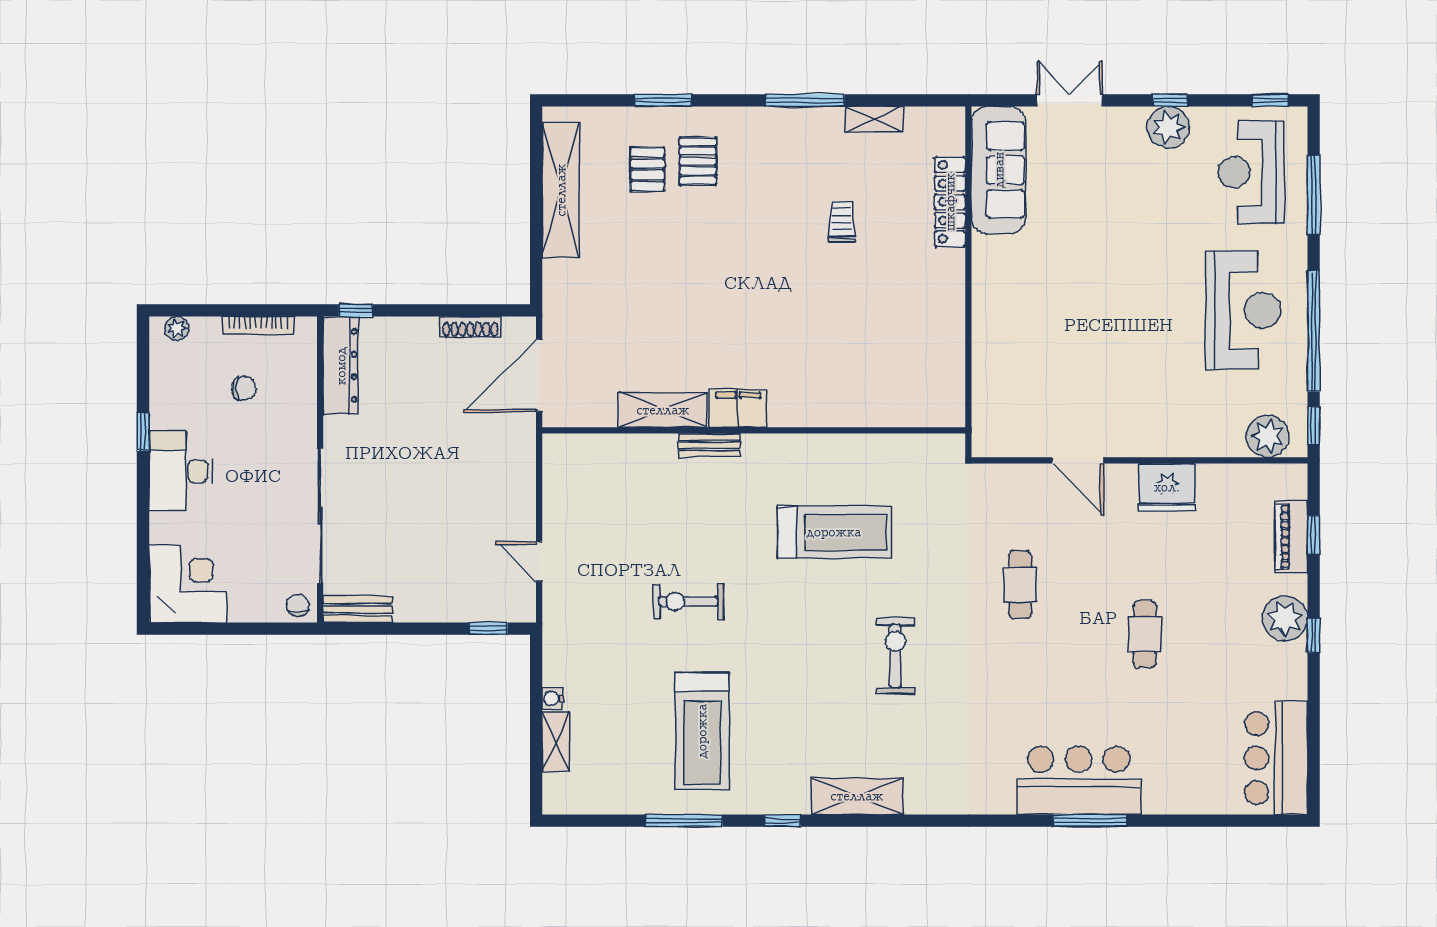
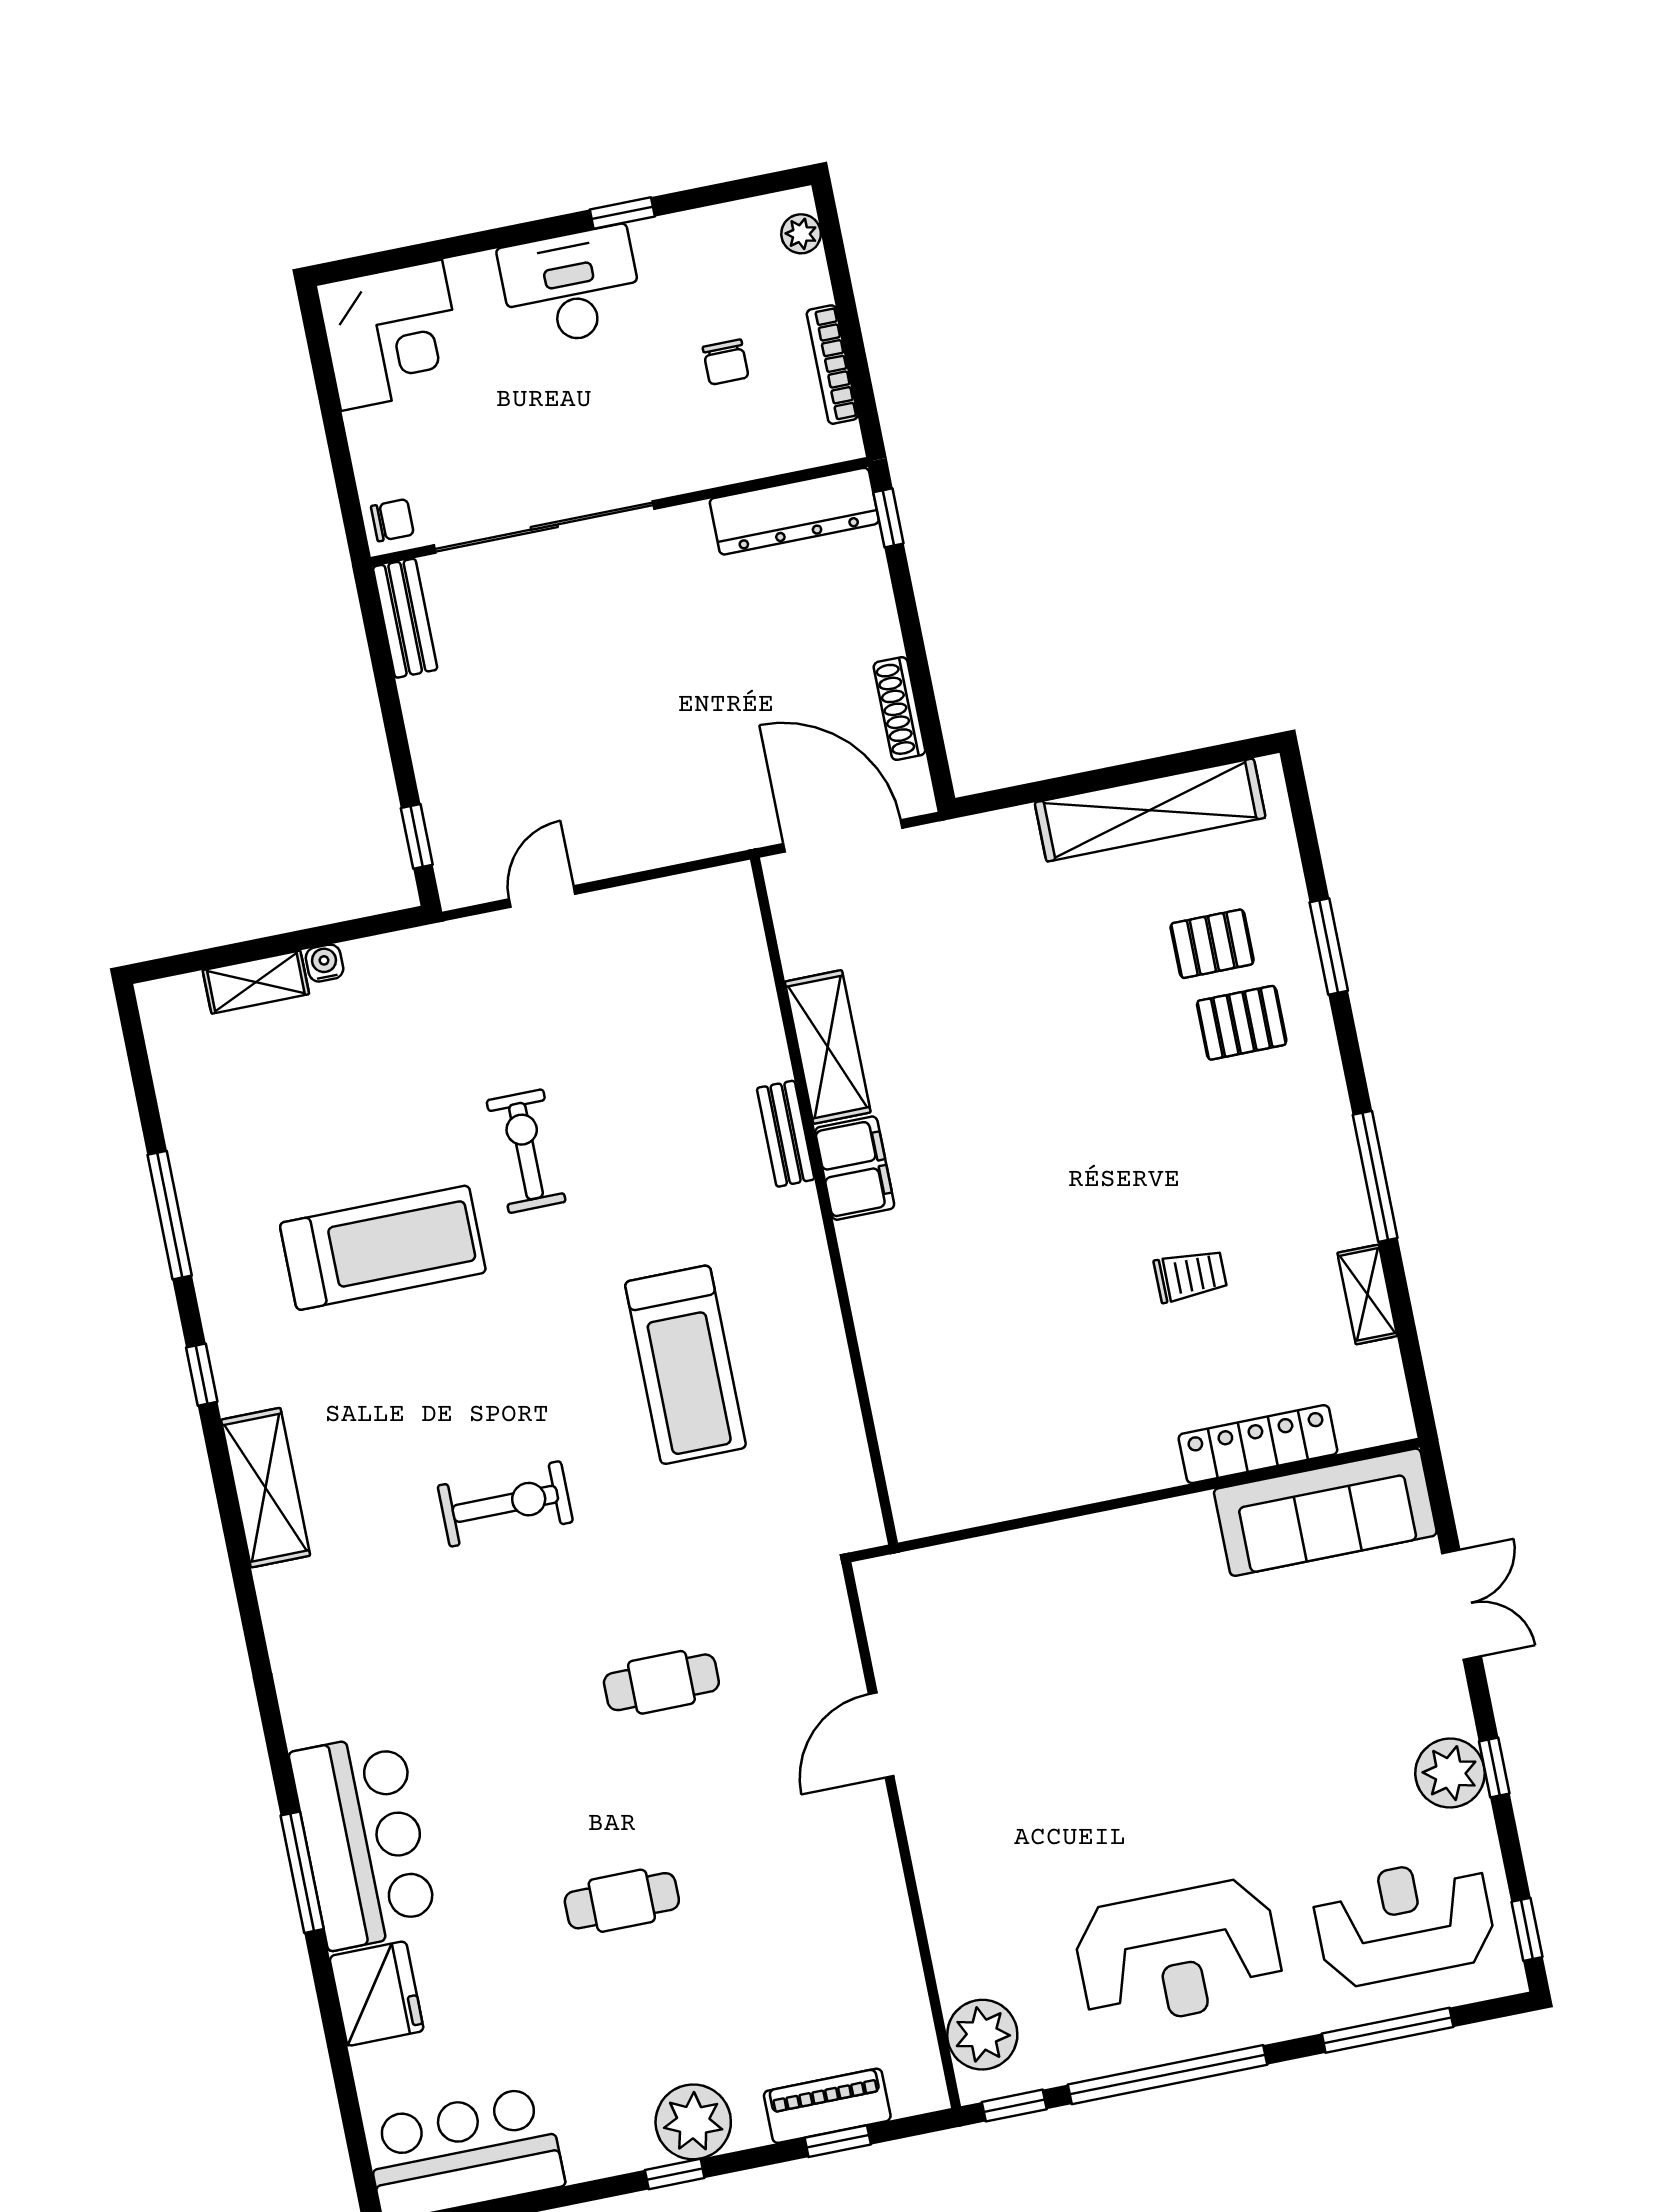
fridge: (1167, 487) -> (377, 1994), moved, turned 180
treadmill: (702, 731) -> (383, 1248), moved, turned 180

